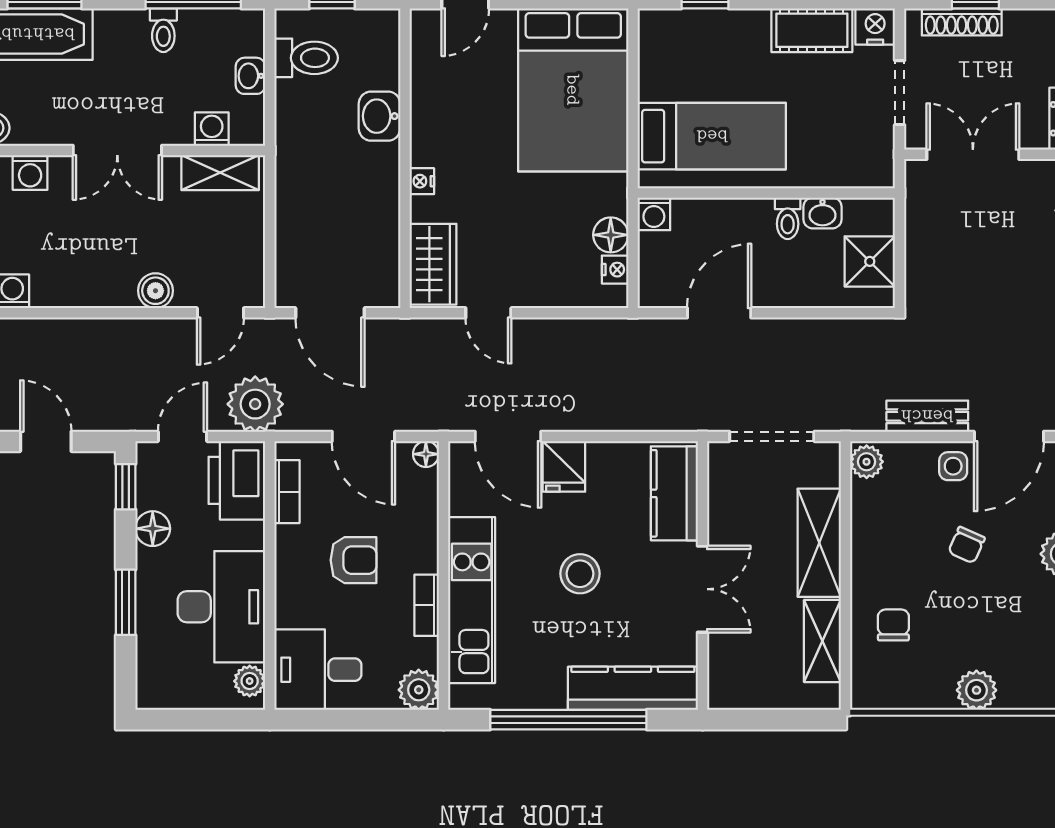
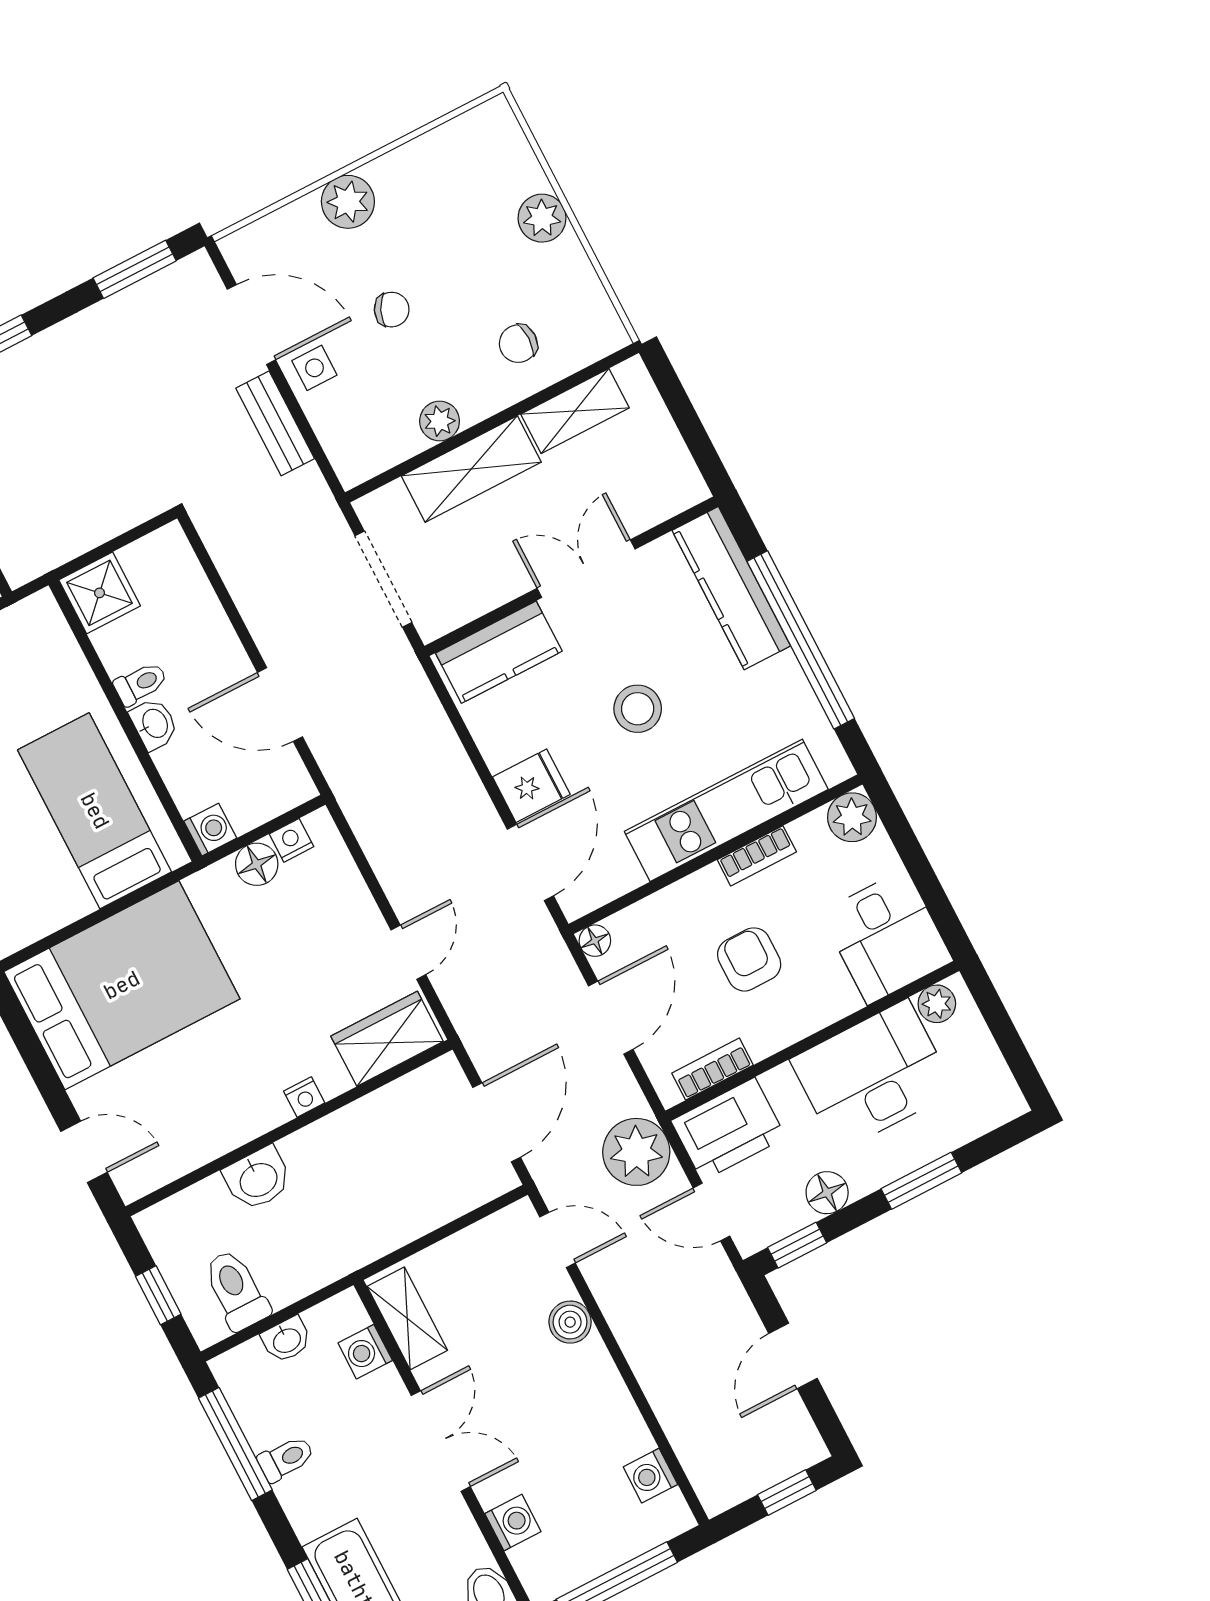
washbasin: (822, 213) -> (154, 724), moved
shower: (870, 261) -> (100, 593), moved
plant: (867, 462) -> (440, 421), moved

